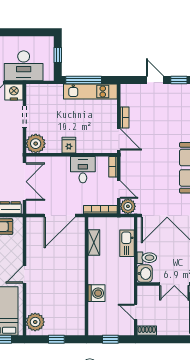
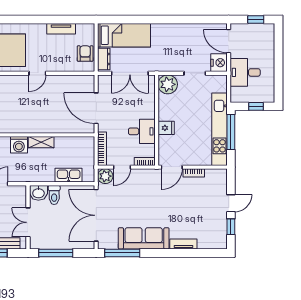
desk: (24, 66) -> (245, 72), width x0.73
kitchen unit: (90, 92) -> (219, 129), width x1.36
fridge: (69, 145) -> (166, 128), moved
shelving: (94, 242) -> (41, 142), moved
door: (24, 275) -> (37, 73), swing flipped

